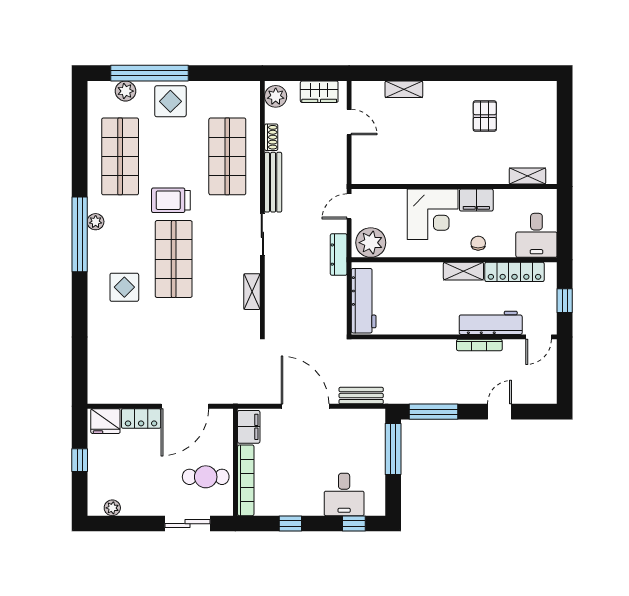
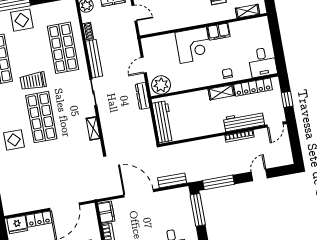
shelving: (527, 176) -> (248, 11), moved
wall: (454, 187) -> (204, 26), moved
filing cabinet: (476, 200) -> (219, 32), moved
corner desk: (433, 214) -> (193, 45), moved

